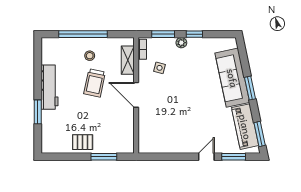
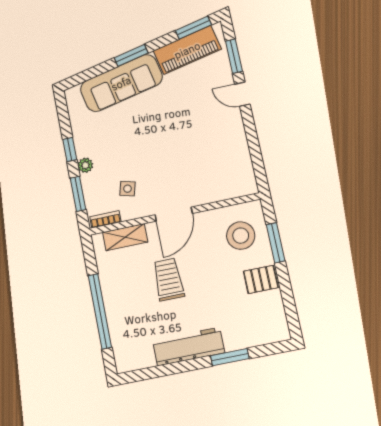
stool: (90, 56) -> (241, 236), moved, width x1.89, depth x1.89
trolley: (95, 83) -> (168, 279), turned -102
pallet: (83, 142) -> (261, 279), turned 90

